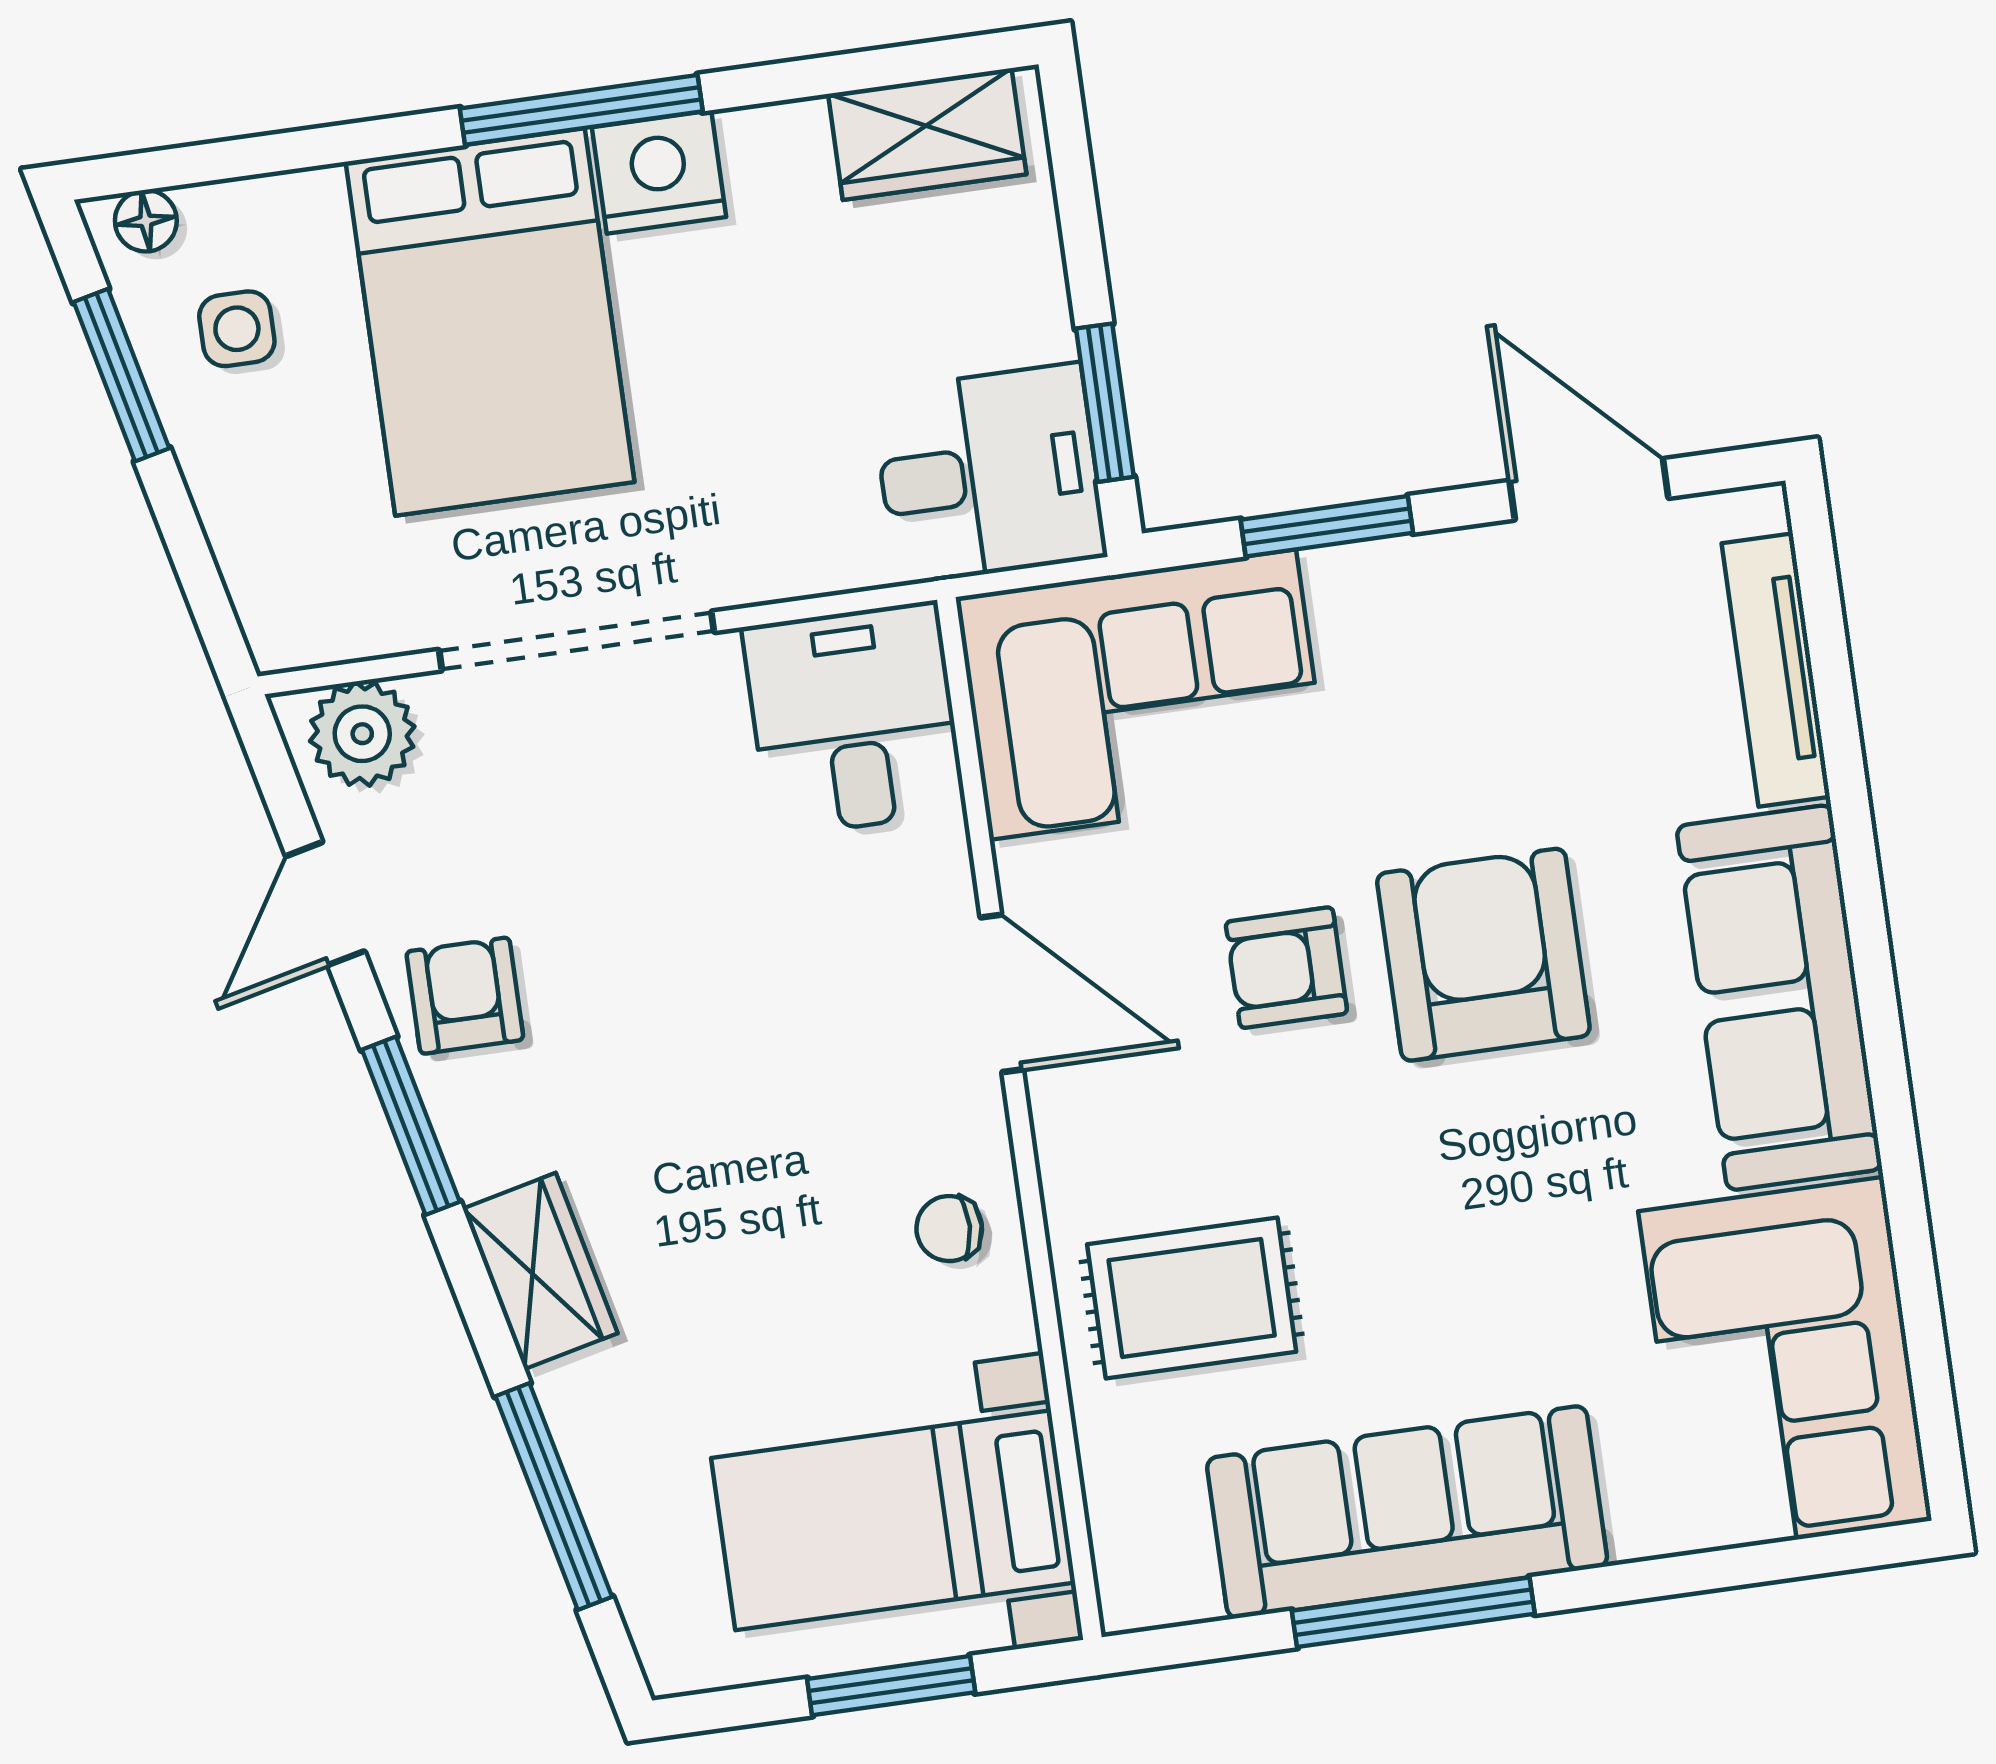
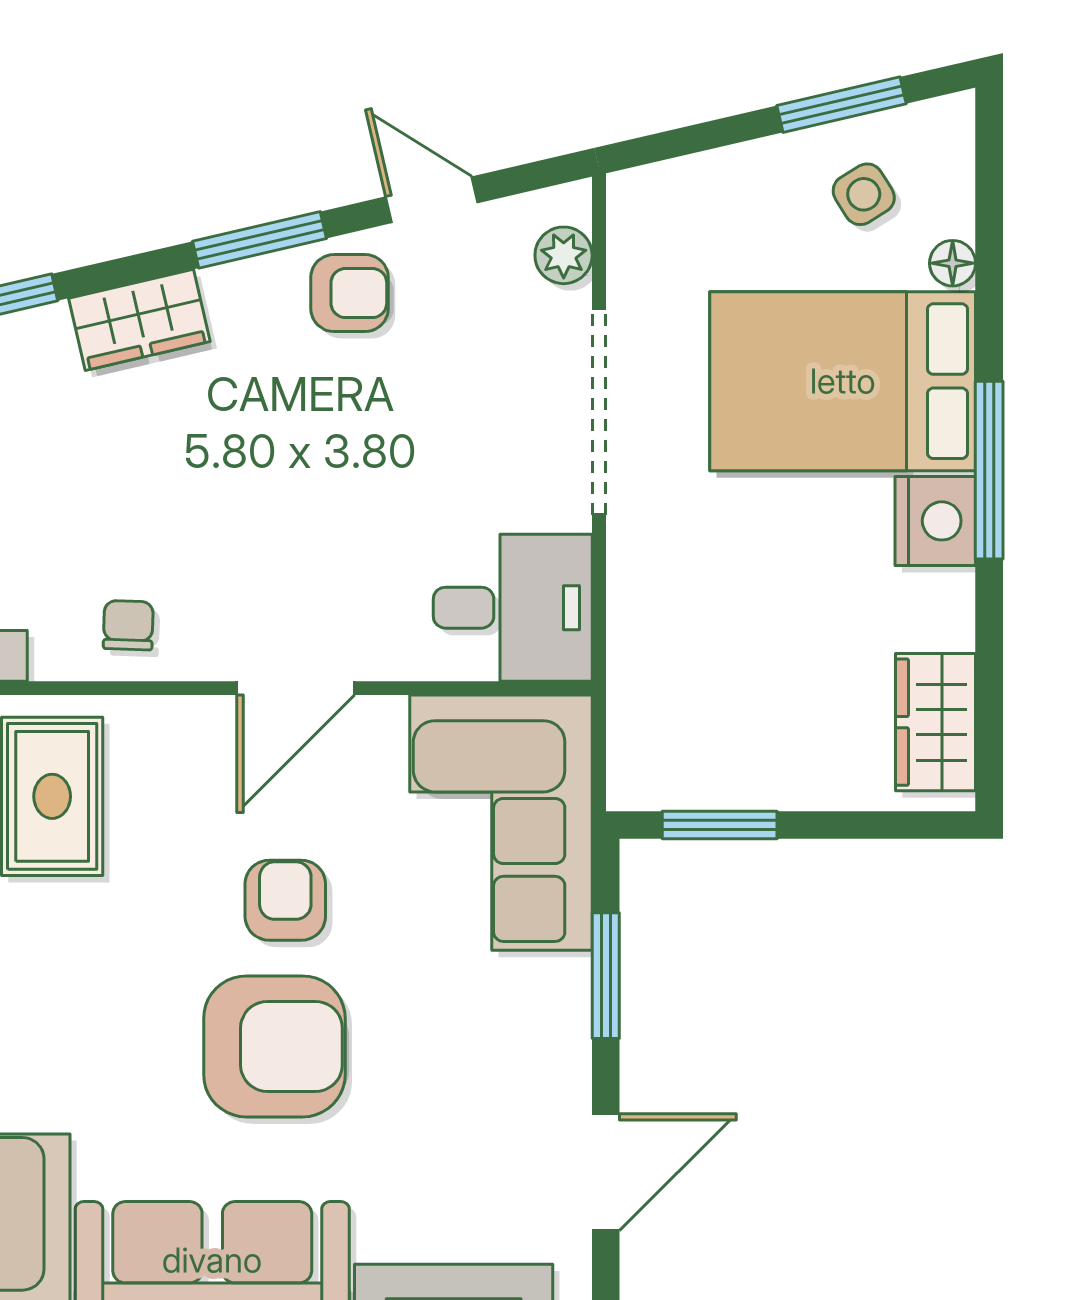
floor lamp: (146, 221) -> (953, 263), moved
side table: (237, 329) -> (864, 194), turned -32
desk: (989, 474) -> (679, 732), removed
plant: (362, 734) -> (564, 255), width x0.73, depth x0.73

